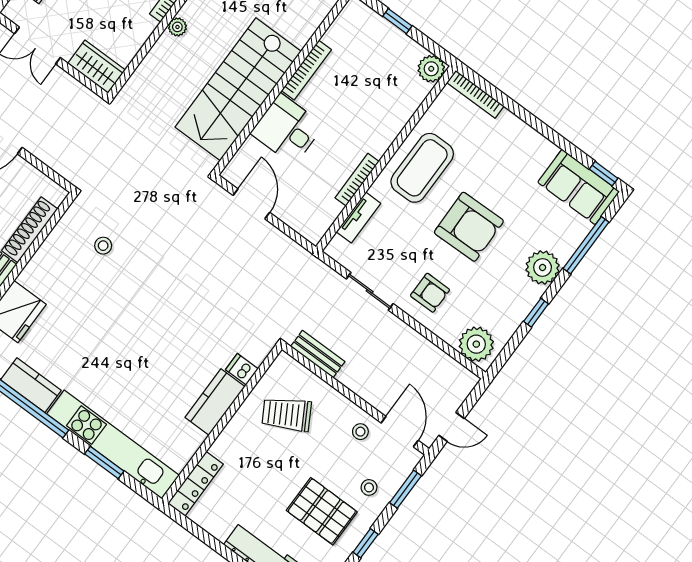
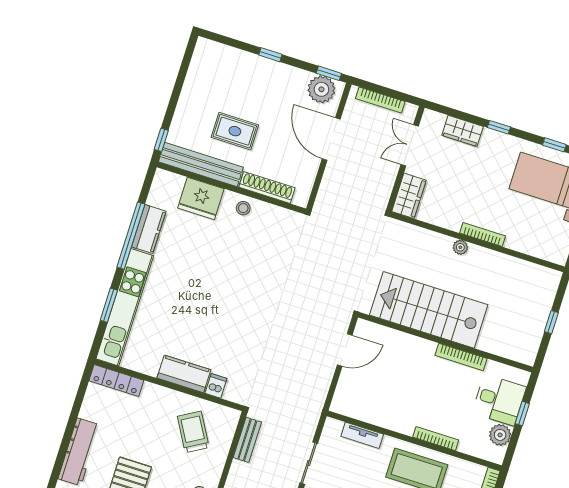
plant: (431, 69) -> (500, 435), moved
desk: (287, 129) -> (499, 400), moved, turned 90
bookcase: (357, 180) -> (436, 439), moved
stool: (103, 246) -> (243, 208), moved

